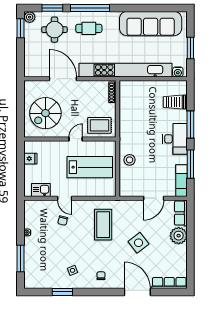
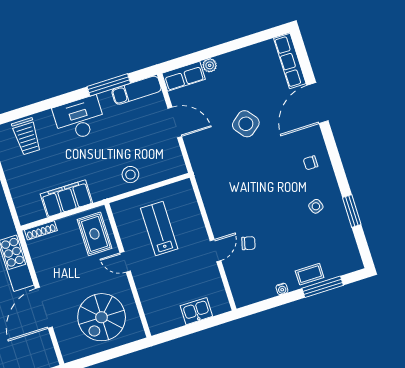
spiral stairs: (45, 113) -> (102, 317), turned 90
filing cabinet: (127, 115) -> (66, 199), added
window: (190, 125) -> (52, 103), removed
fridge: (30, 159) -> (174, 318), removed
lab bench: (90, 167) -> (159, 229), width x0.73, depth x0.72
kitchen sink: (41, 190) -> (196, 311), moved, turned 90
coffee table: (103, 225) -> (310, 274), moved, width x0.54, depth x0.58
plant: (179, 236) -> (210, 65), width x0.53, depth x0.53

